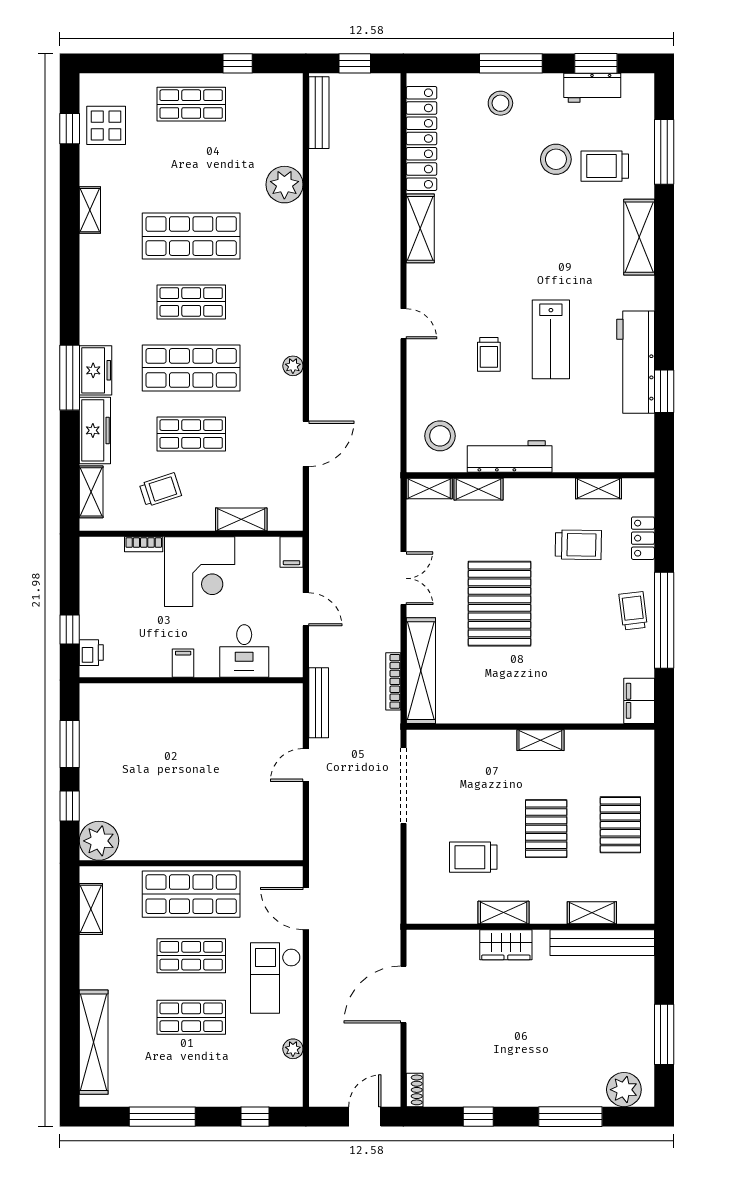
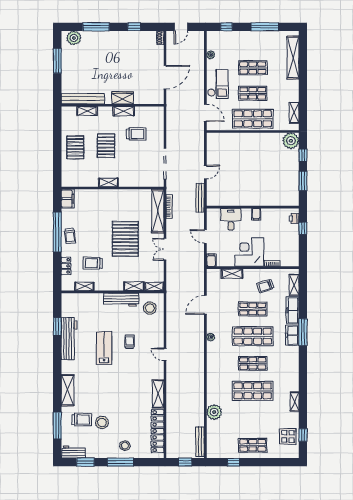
workbench: (592, 88) -> (74, 452), moved

